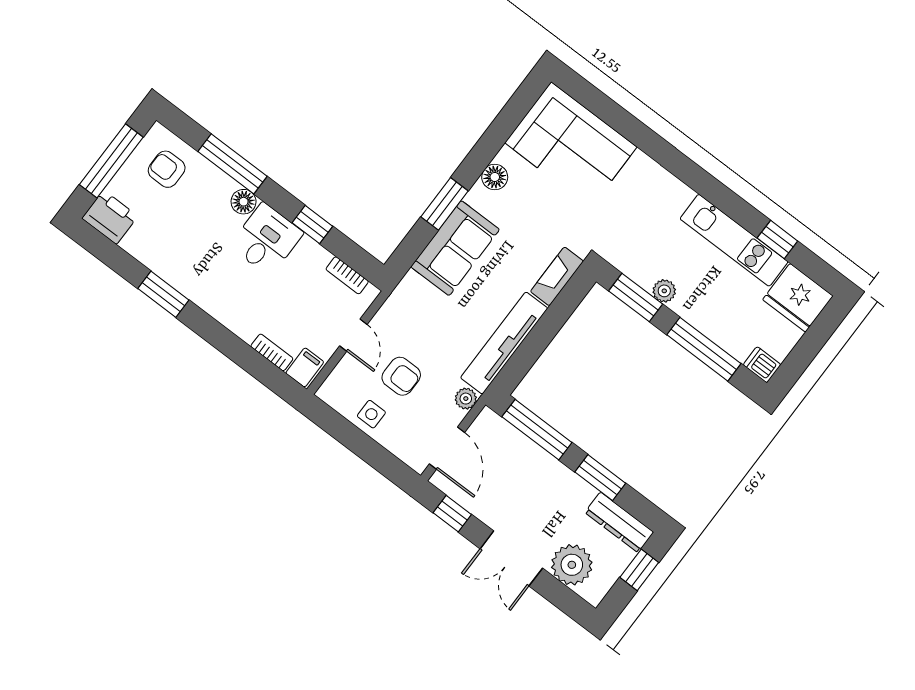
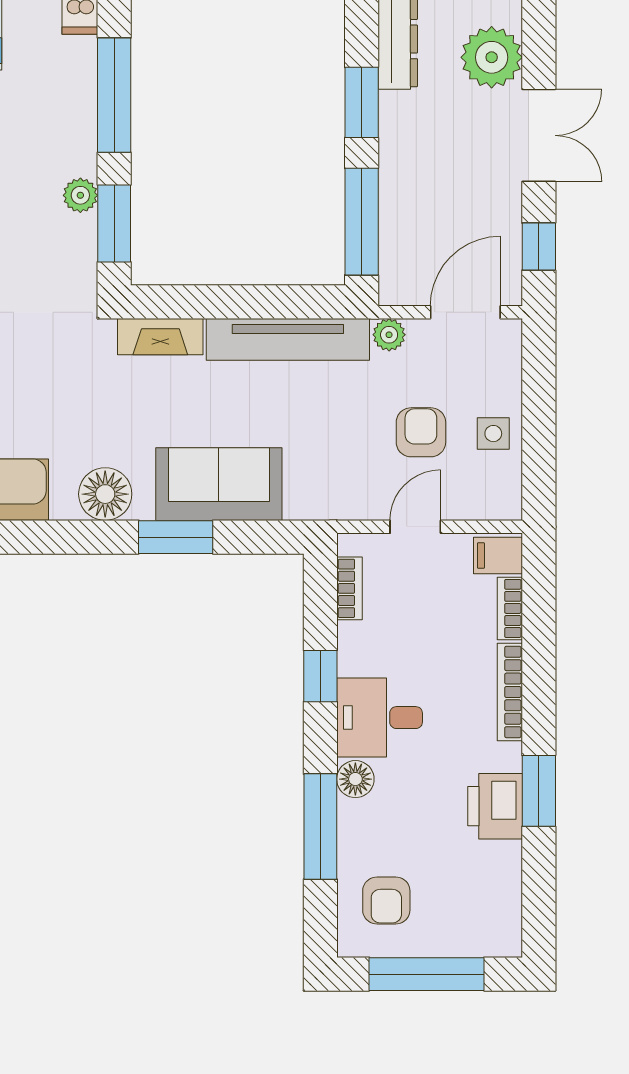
floor lamp: (495, 177) -> (105, 494), width x1.38, depth x1.38
printer: (110, 217) -> (495, 806), moved
bookcase: (228, 319) -> (510, 692), added

